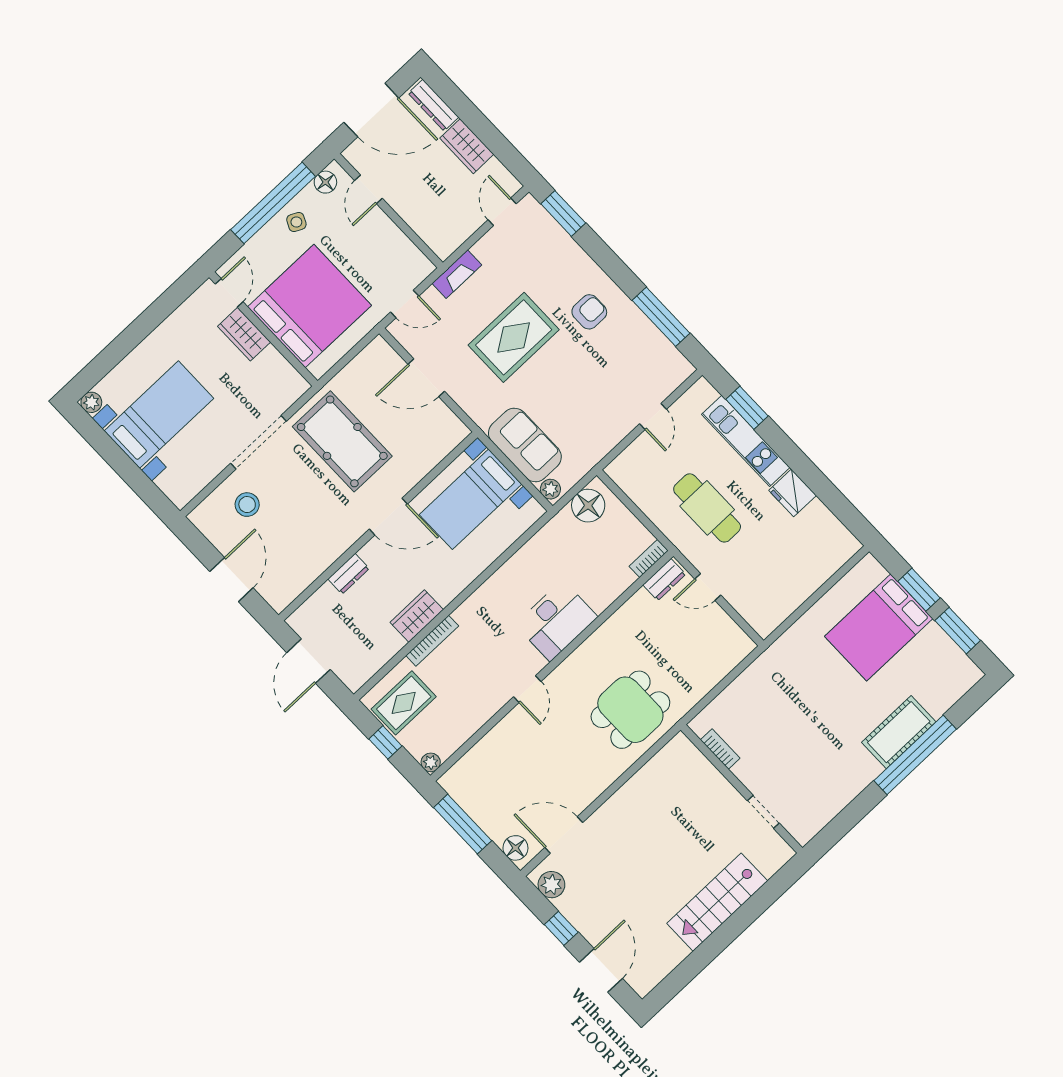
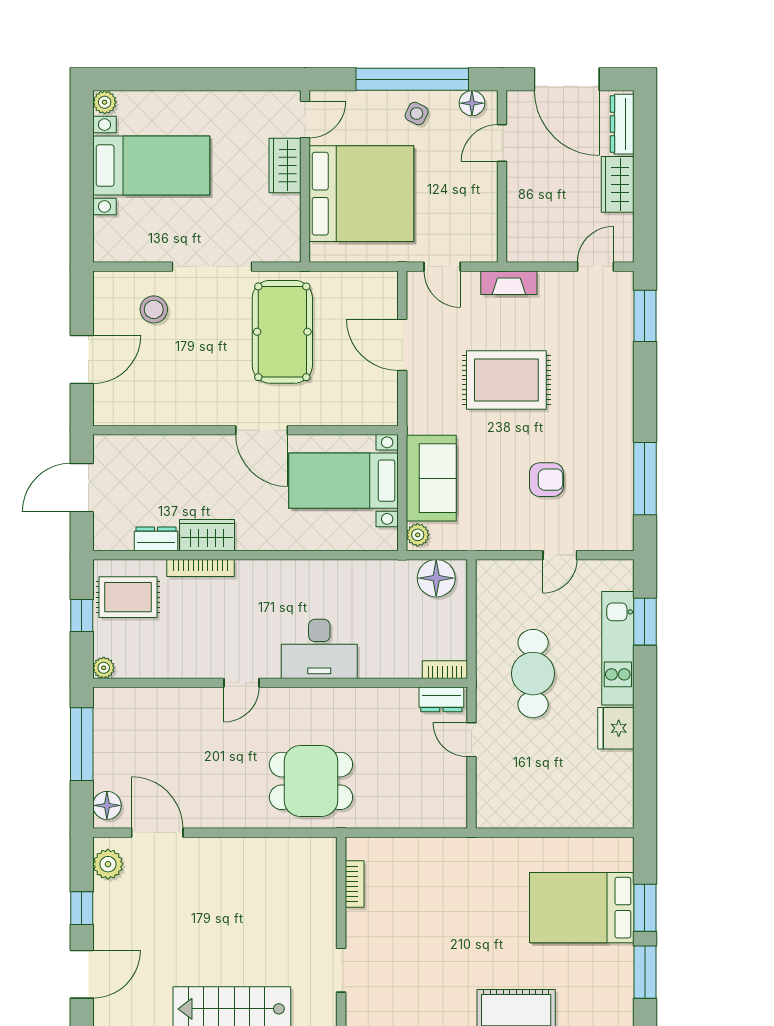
armchair: (589, 312) -> (546, 480), moved
dresser: (349, 574) -> (156, 539), moved, turned 180

